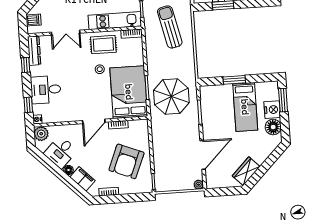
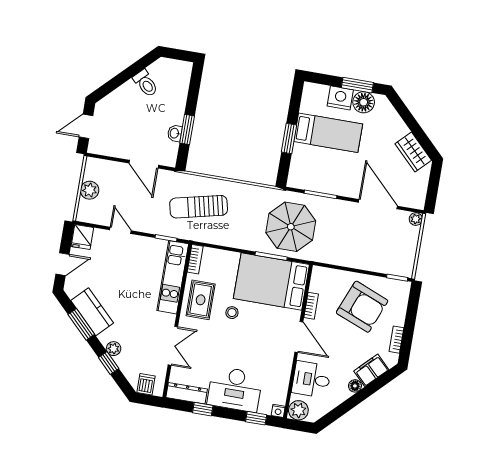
desk: (46, 90) -> (235, 389), width x1.37
window: (283, 100) -> (357, 85), moved
desk: (61, 152) -> (311, 379), moved, turned 135

